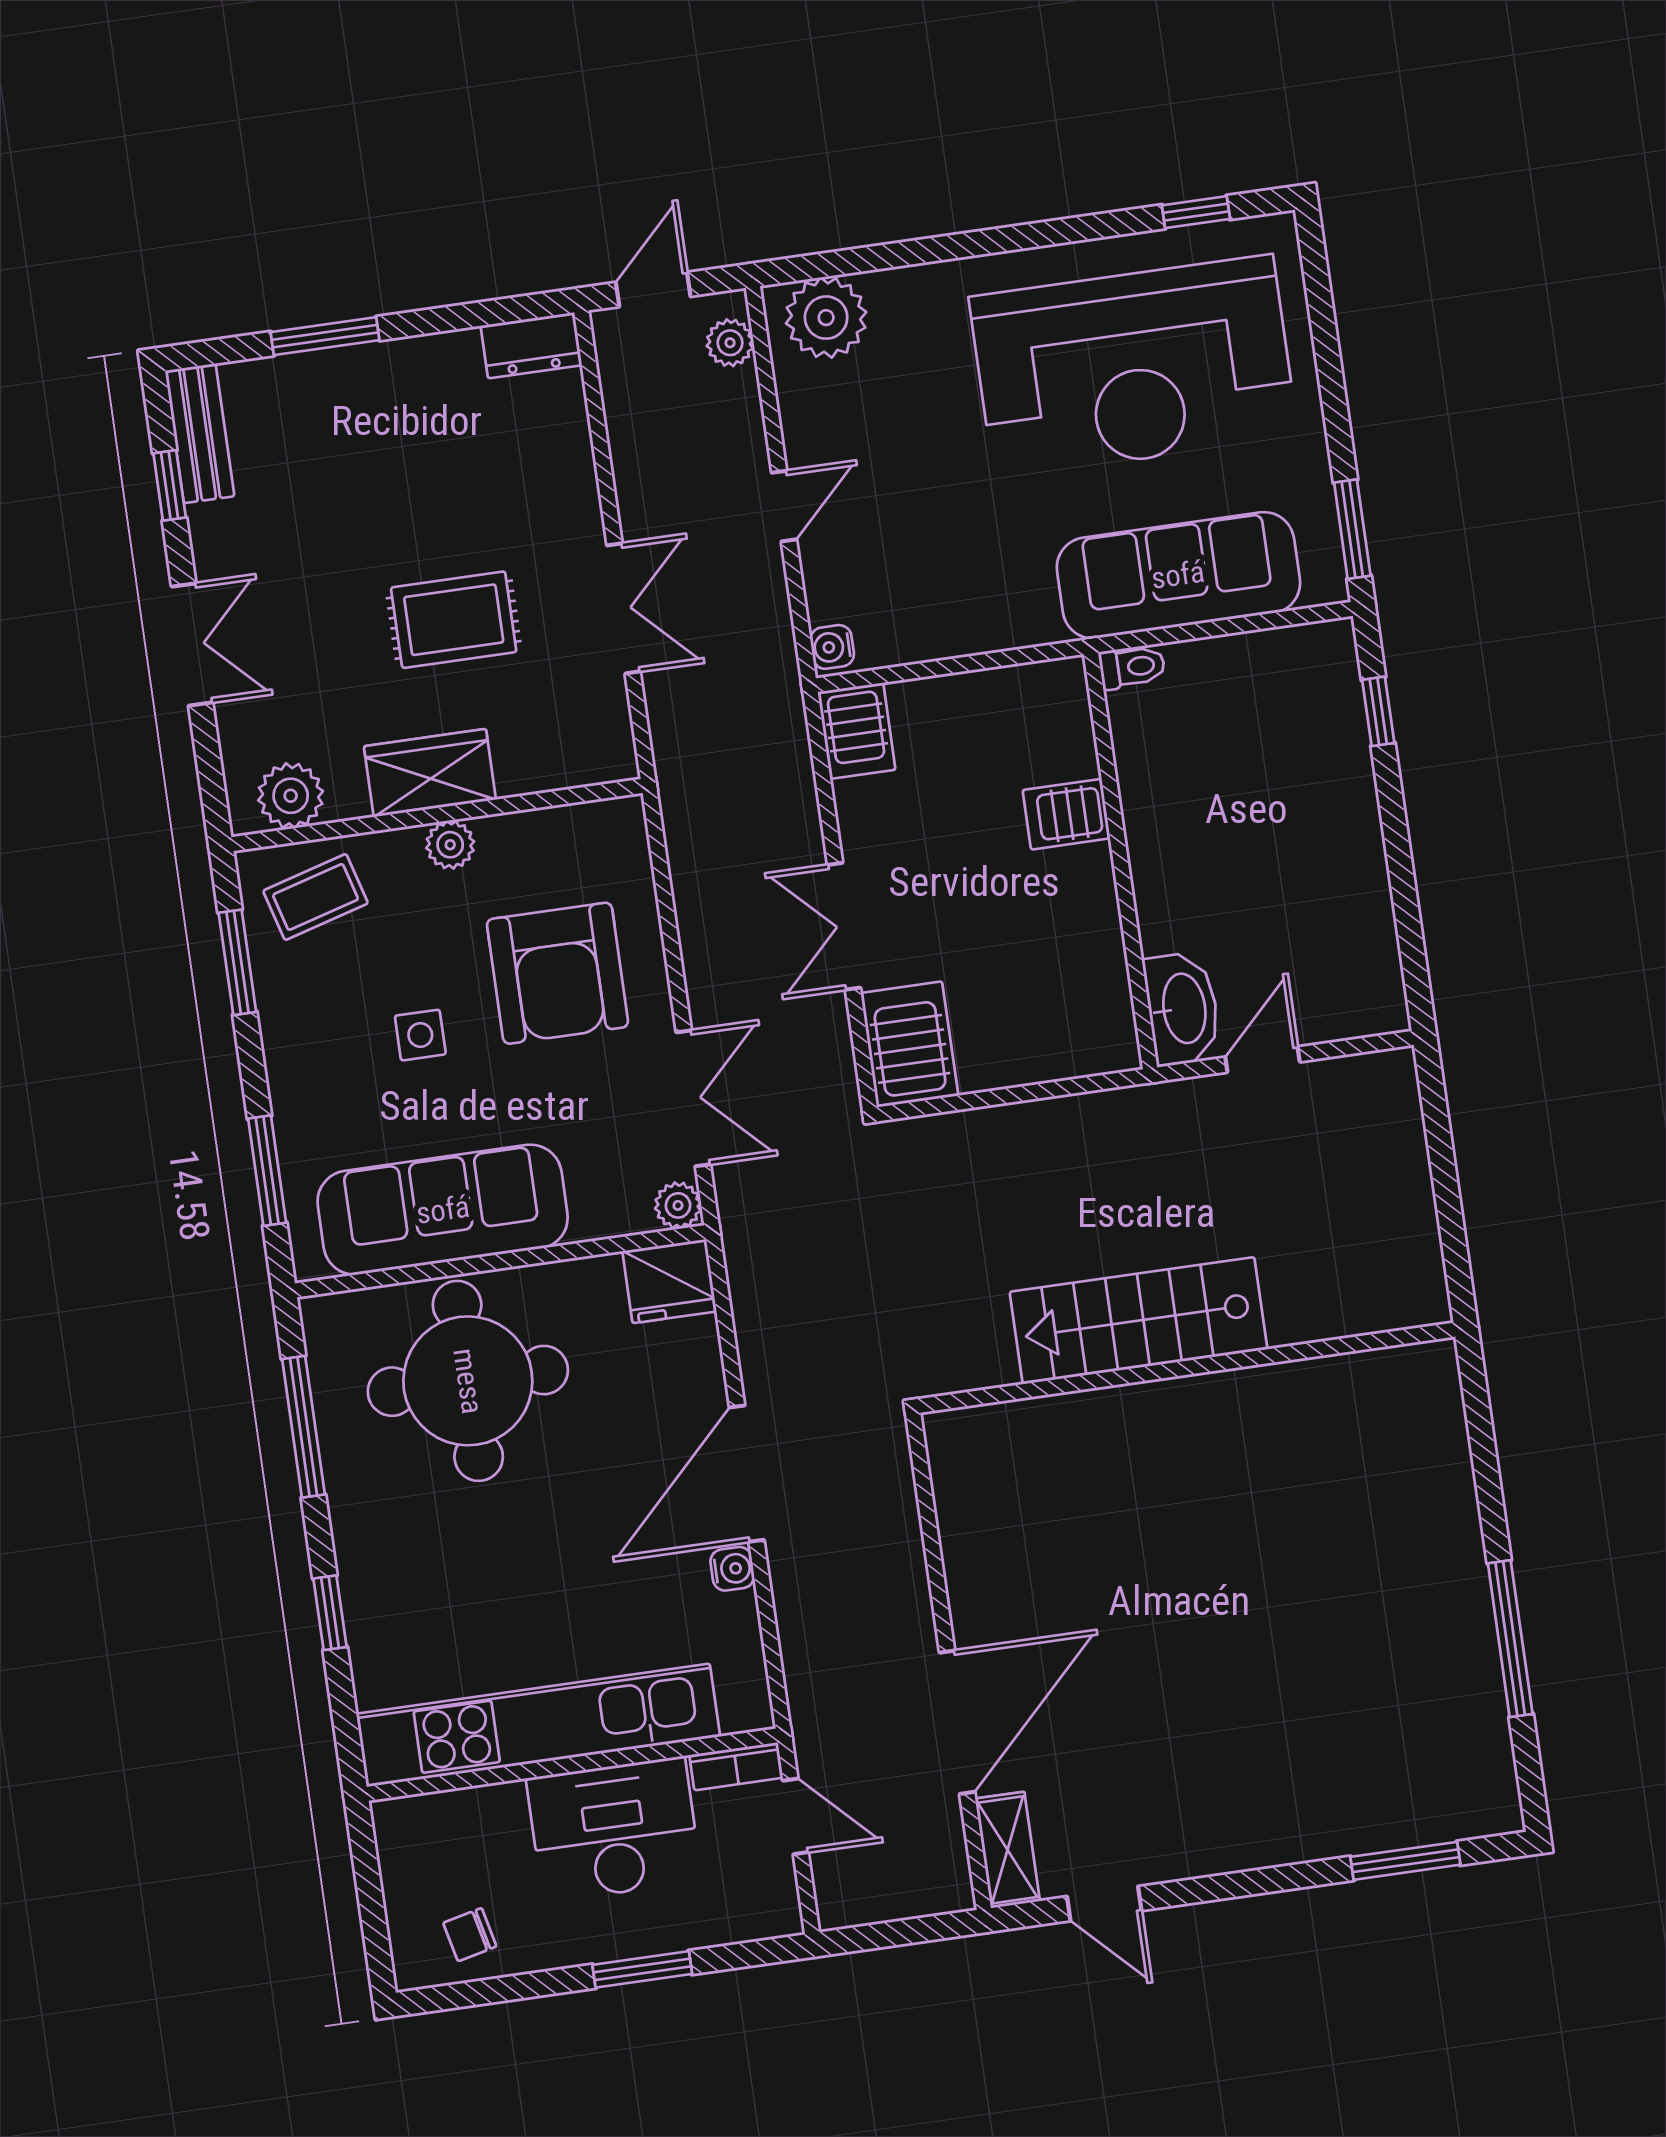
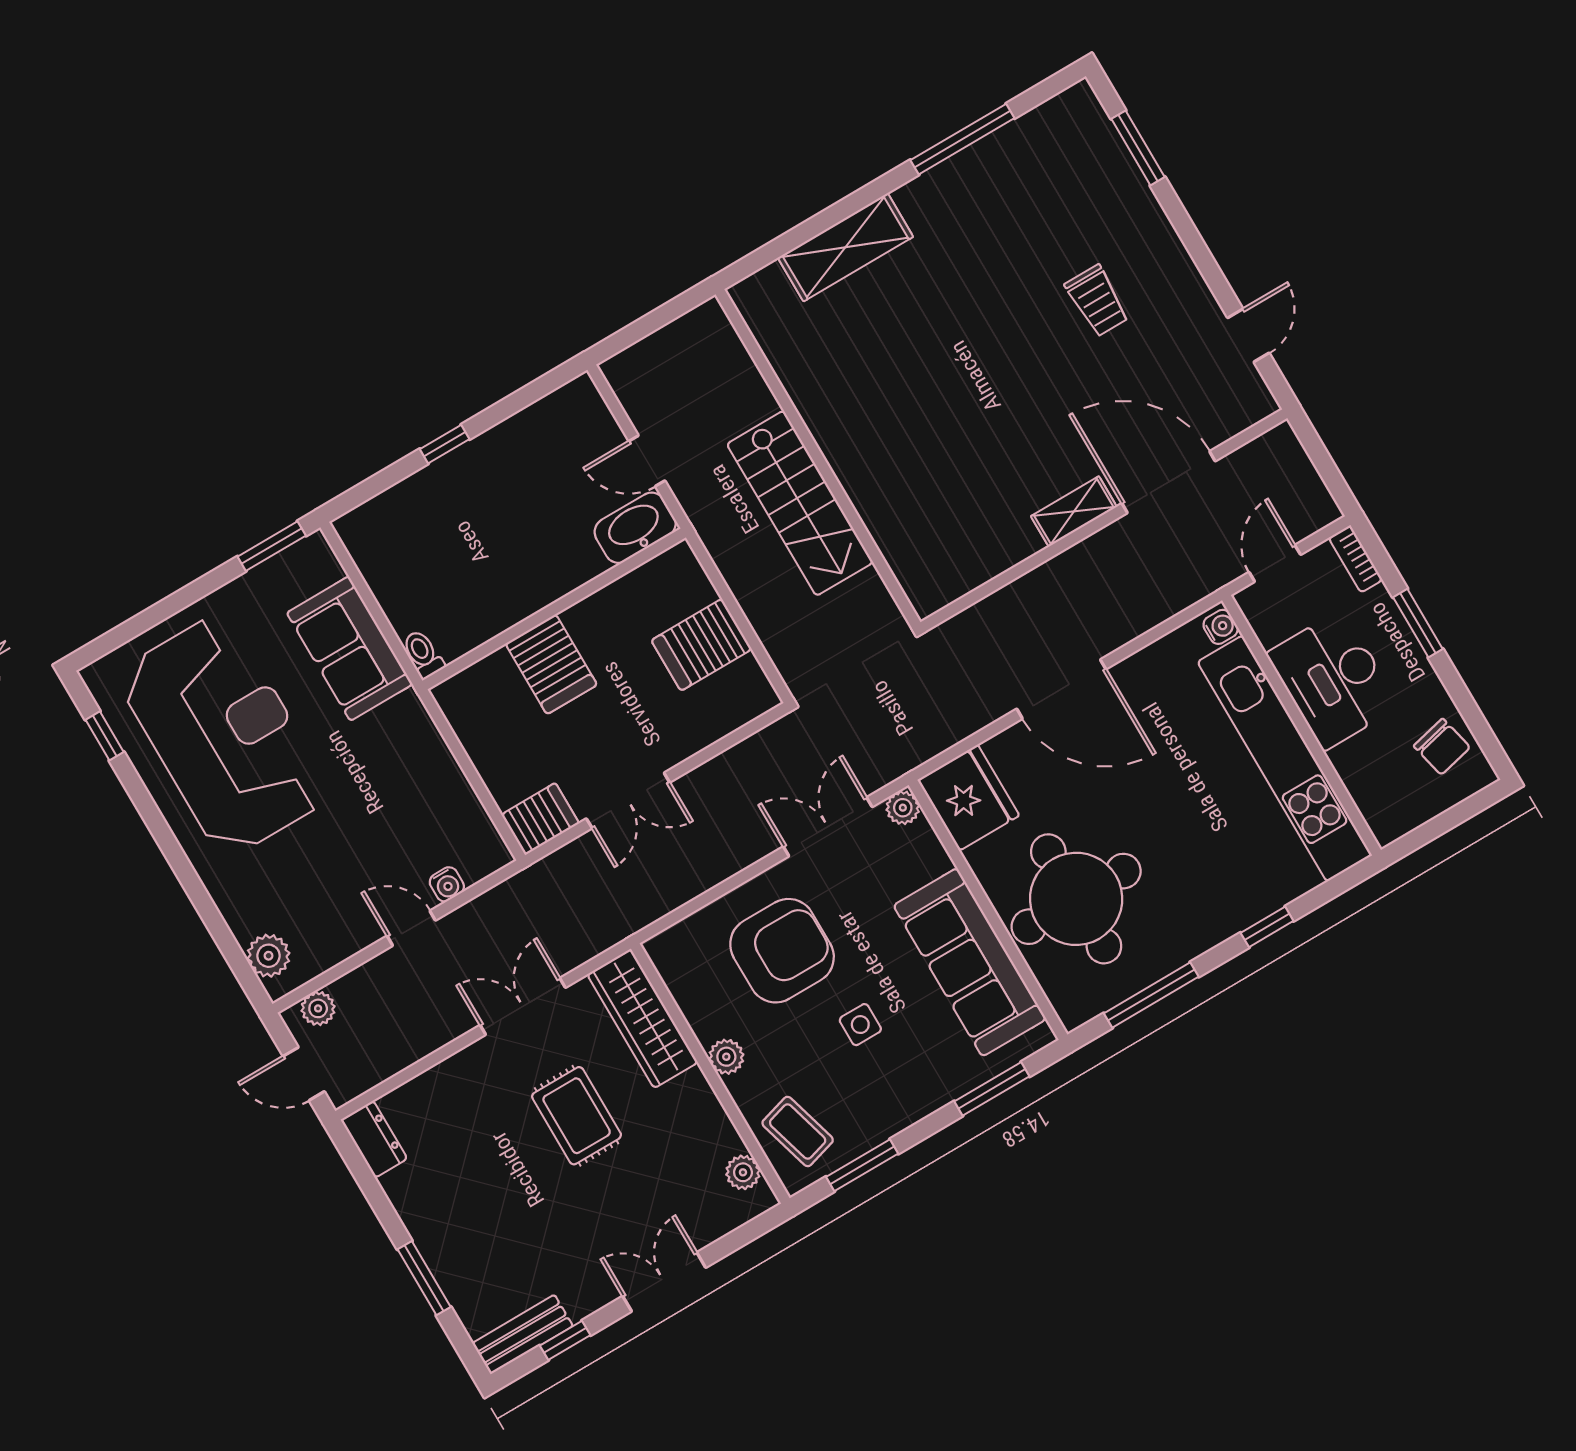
plant: (826, 318) -> (268, 956), width x0.73, depth x0.73
sofa: (1178, 575) -> (350, 648), width x0.73
water cooler: (832, 647) -> (447, 884), moved
window: (1378, 711) -> (445, 444), moved
wardrobe: (430, 773) -> (642, 1019), moved, width x1.50
plant: (291, 796) -> (743, 1172), width x0.73, depth x0.73
server rack: (1066, 814) -> (551, 664), width x1.36, depth x1.44
double door: (844, 926) -> (628, 800), moved
server rack: (909, 1044) -> (701, 645), moved
fridge: (669, 1281) -> (968, 798), width x1.36, depth x1.34
stairs: (1139, 1321) -> (800, 503), moved
wall: (1187, 1368) -> (818, 458), moved
shelving: (1433, 1430) -> (845, 247), added
water cooler: (732, 1569) -> (1221, 627), moved, turned 90
trolley: (1230, 1727) -> (1097, 301), added
bookcase: (736, 1766) -> (1356, 559), moved, turned 180
shelving: (1008, 1850) -> (1074, 511), moved
chair: (470, 1935) -> (1442, 747), width x1.37, depth x1.37

